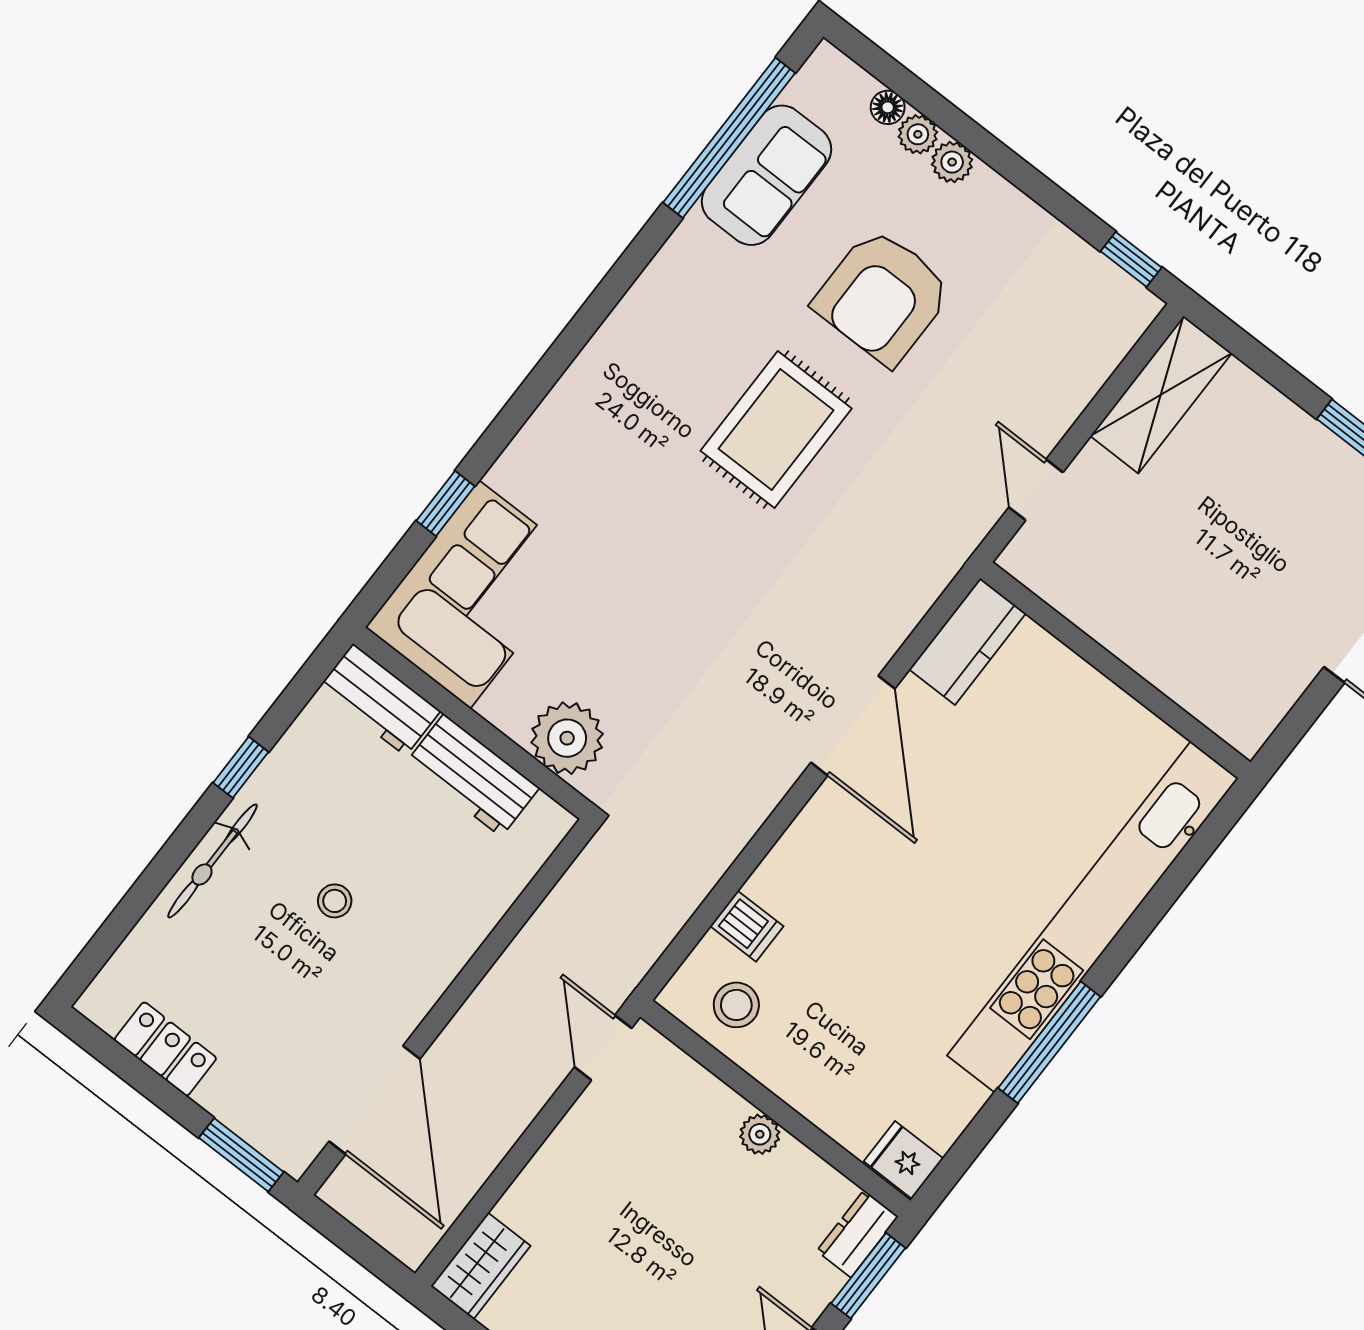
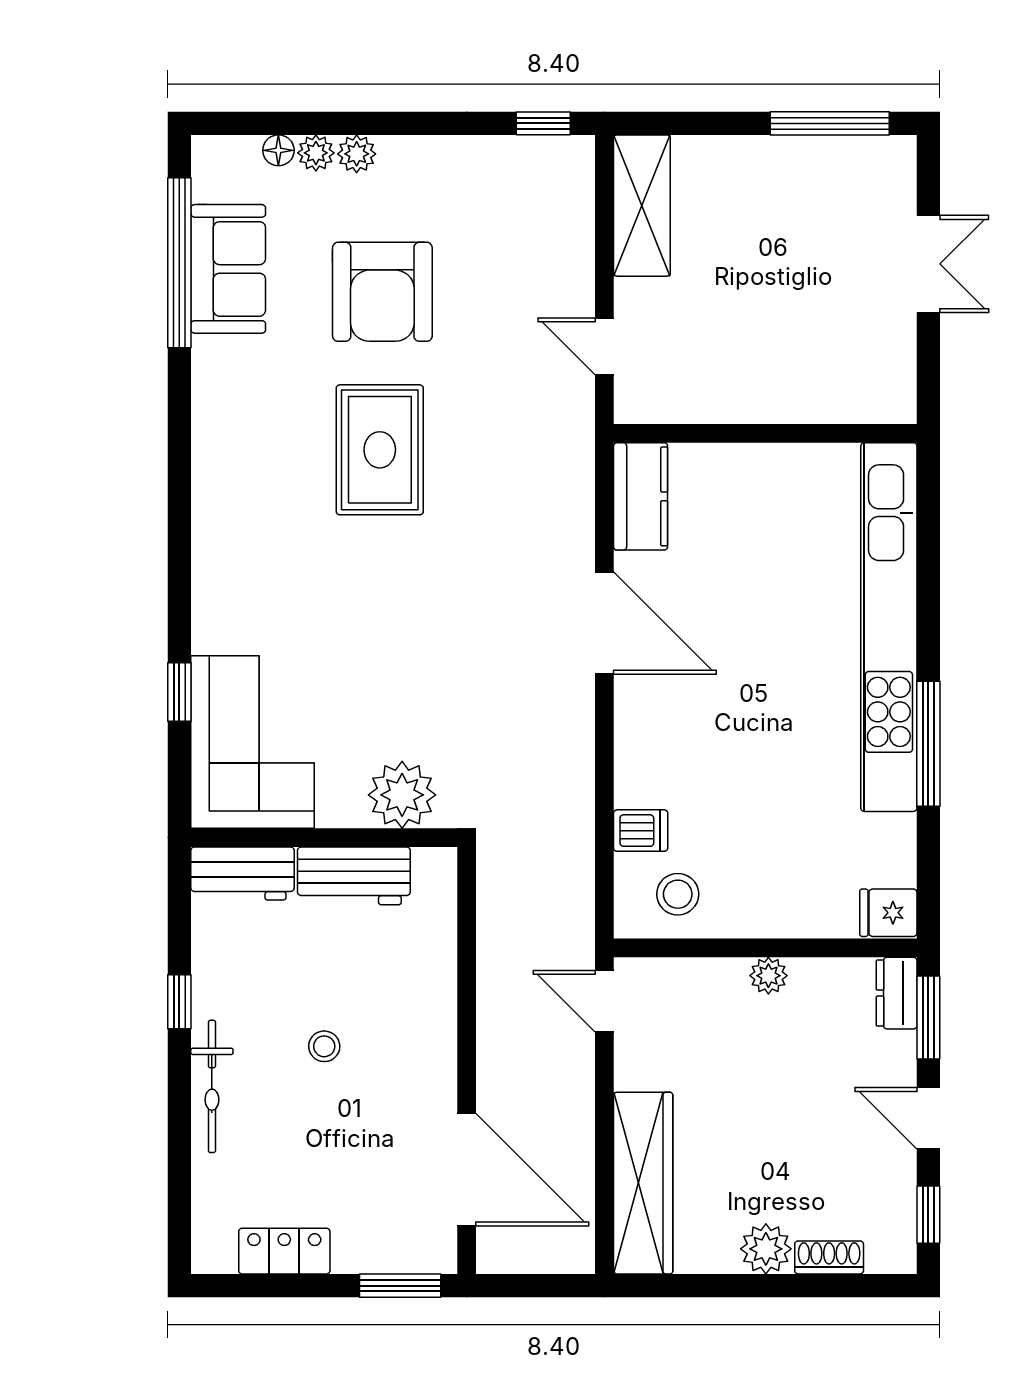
wardrobe: (481, 1266) -> (643, 1183), width x2.10, depth x1.17

